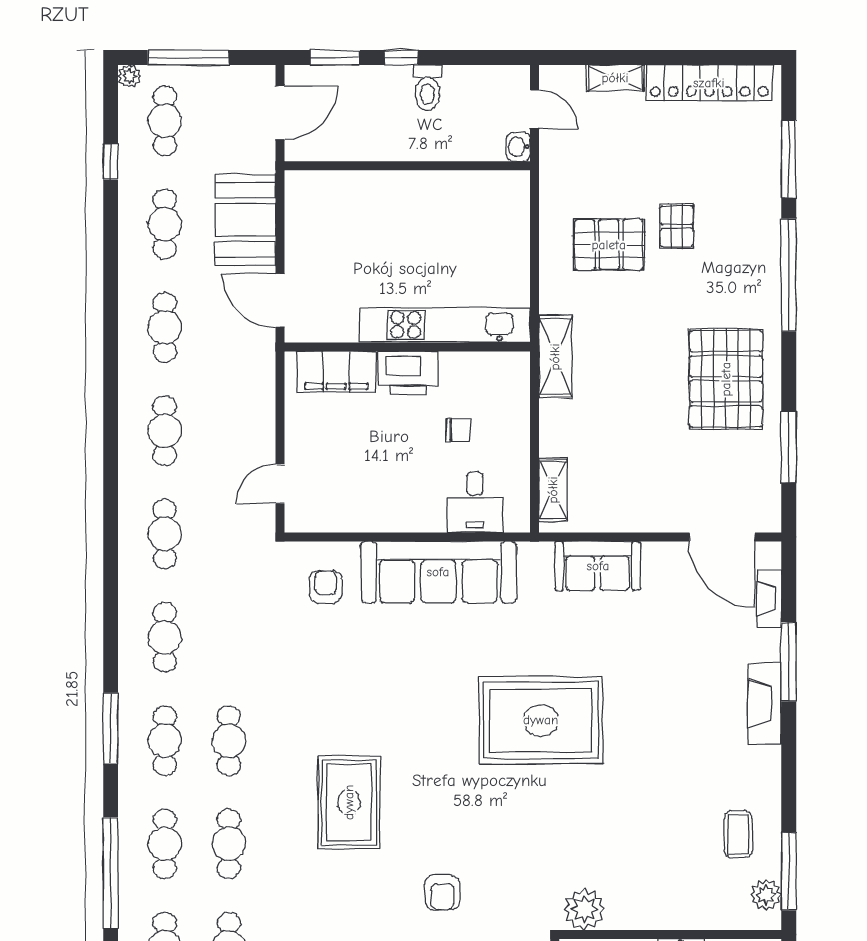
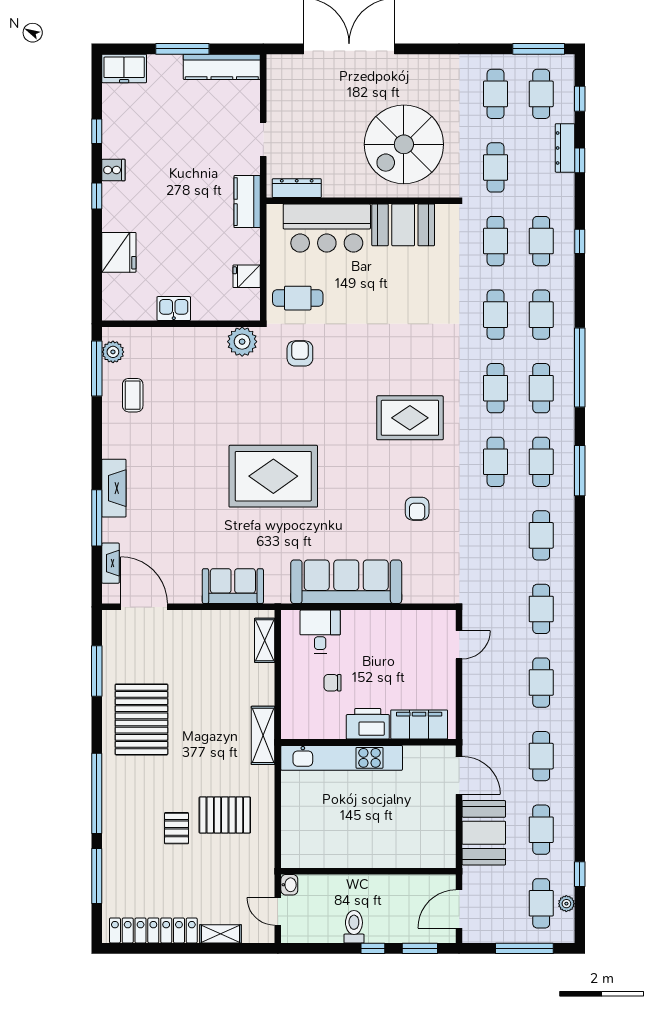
plant: (129, 76) -> (566, 904), moved
armchair: (326, 587) -> (417, 509), moved
rug: (349, 802) -> (410, 418), turned 90
armchair: (442, 892) -> (300, 353), moved

